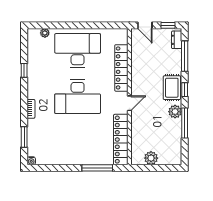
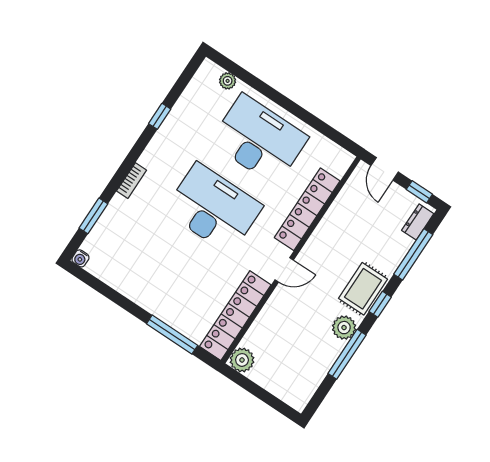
desk: (78, 97) -> (213, 208), turned 180
plant: (151, 158) -> (242, 360), moved

